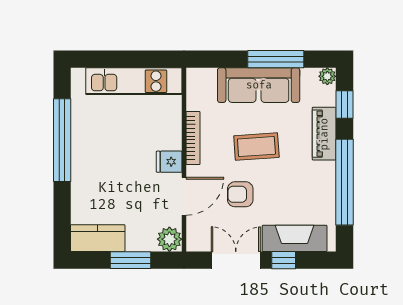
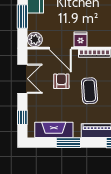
window: (344, 182) -> (68, 143), width x0.47
fireplace: (295, 238) -> (54, 130), moved, turned -90
window: (284, 260) -> (22, 117), moved

